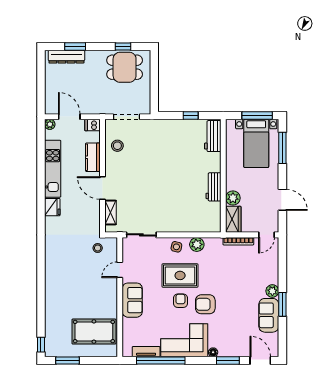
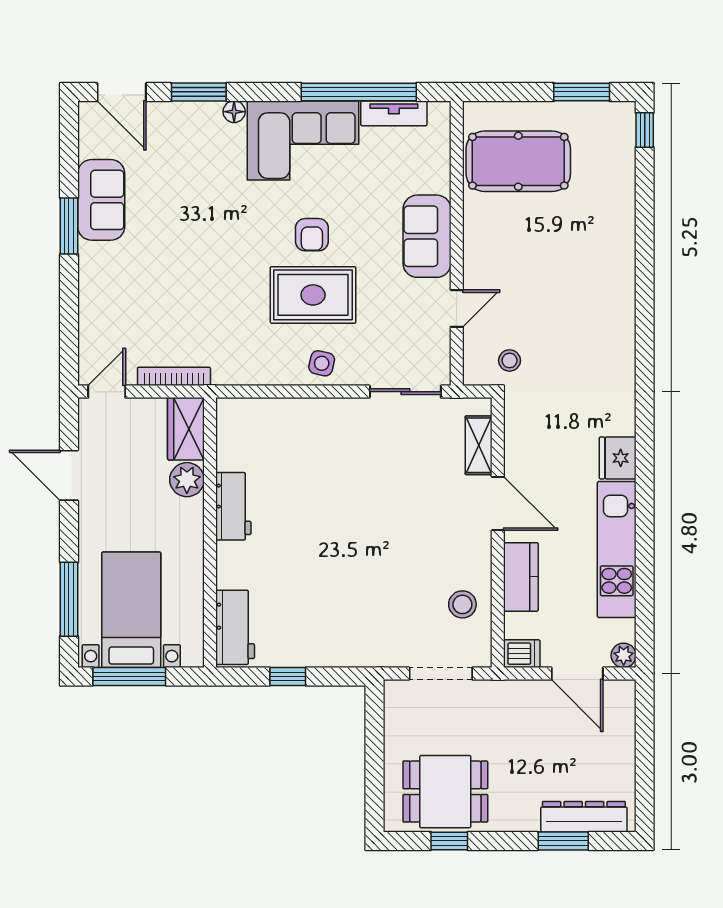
plant: (197, 244) -> (273, 369), removed
plant: (272, 291) -> (93, 258), removed
armchair: (205, 304) -> (253, 226), removed

